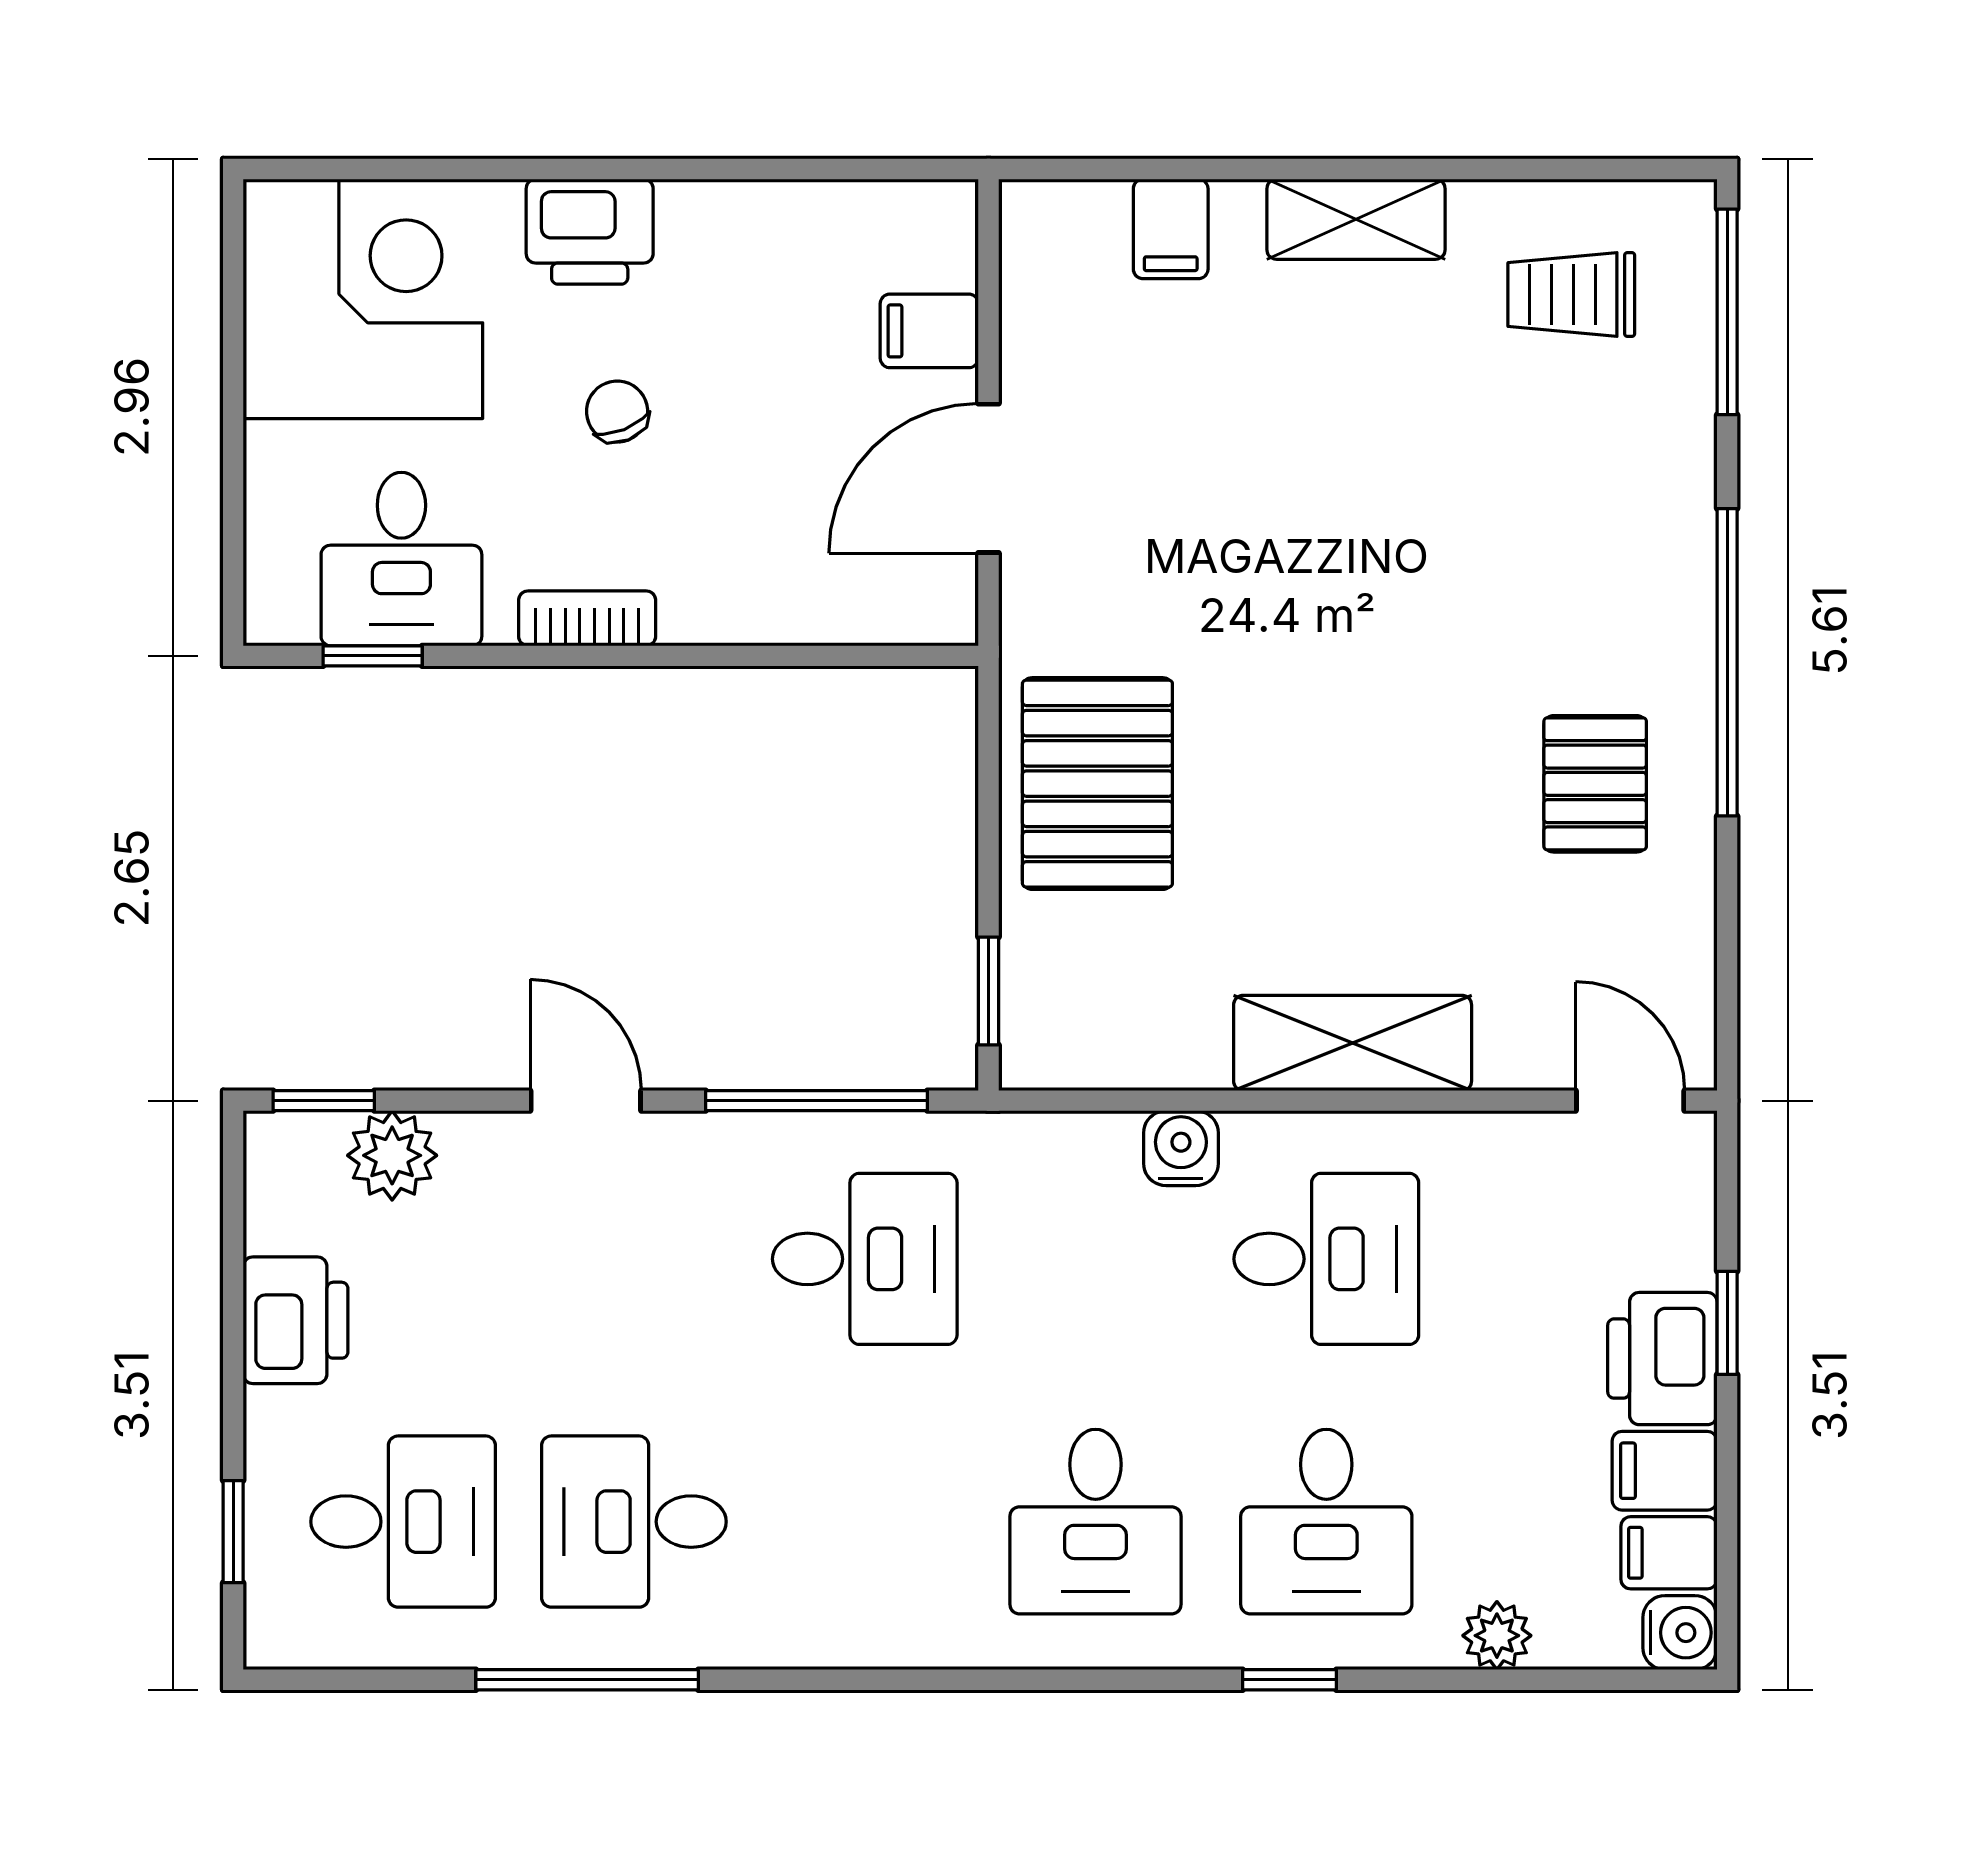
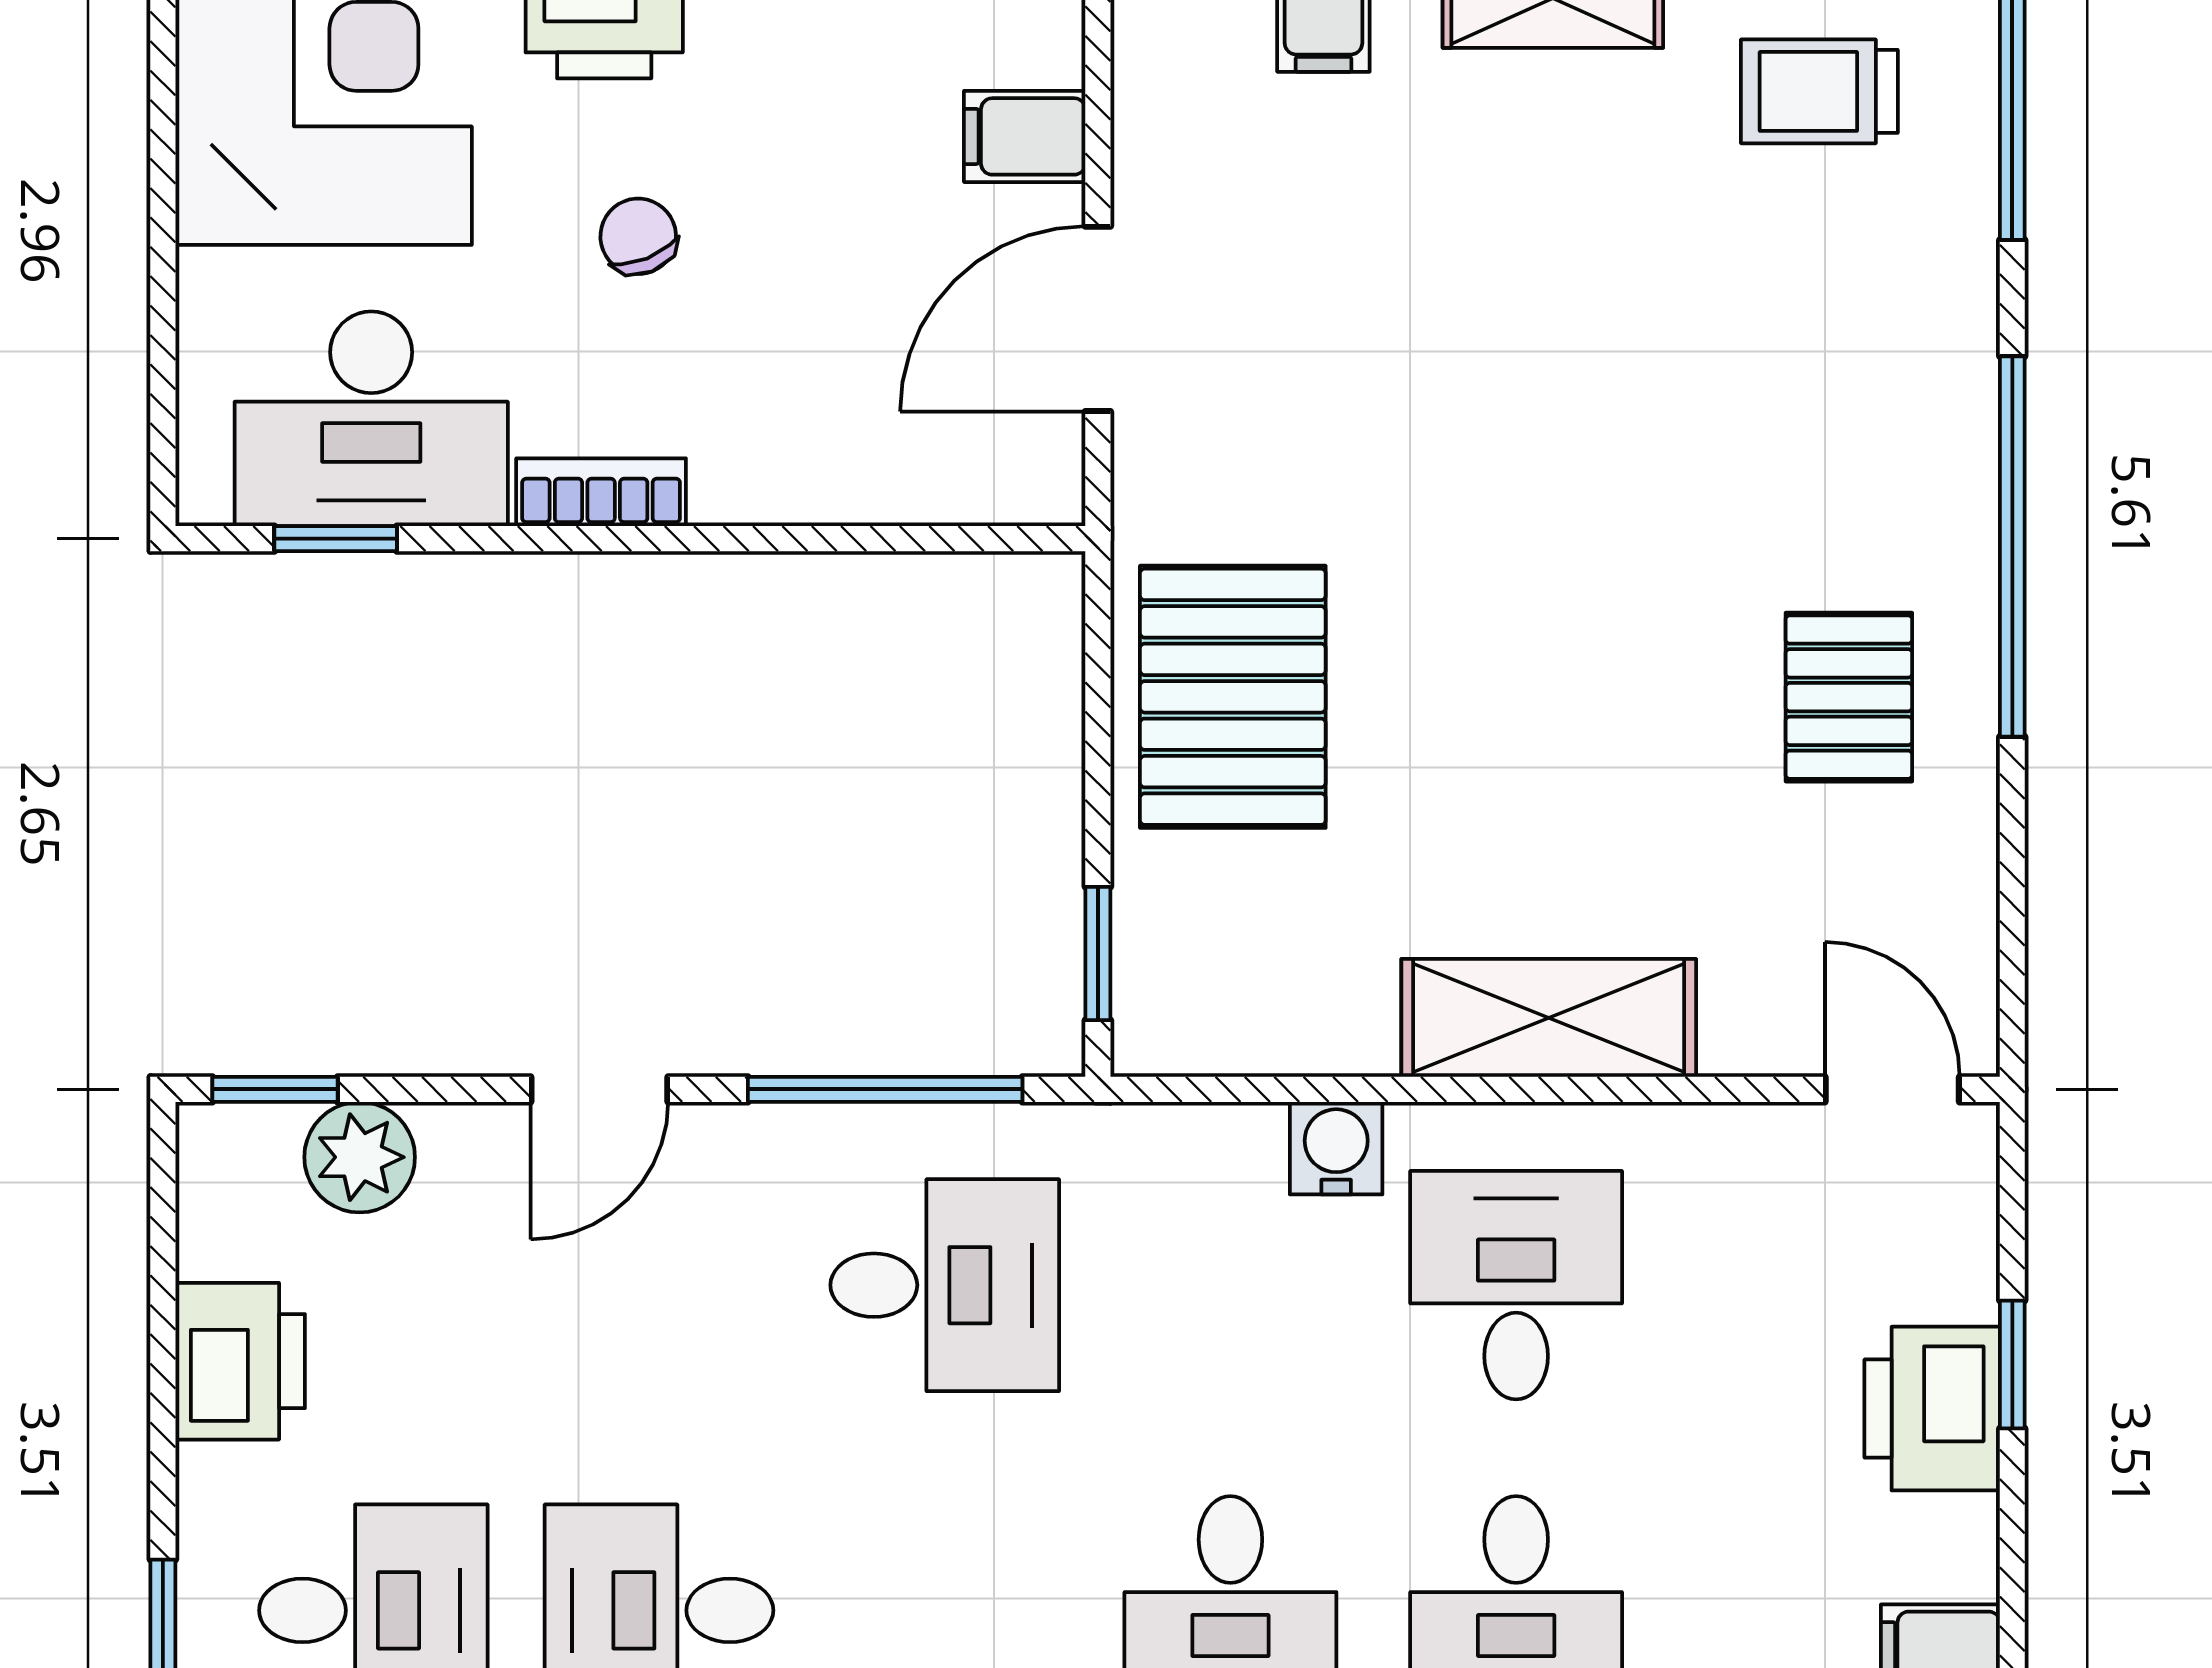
desk: (401, 559) -> (371, 419), width x1.37
door: (586, 1101) -> (599, 1089), swing flipped
desk: (1326, 1259) -> (1516, 1285), turned -90
filing cabinet: (1665, 1471) -> (1935, 1547), removed

